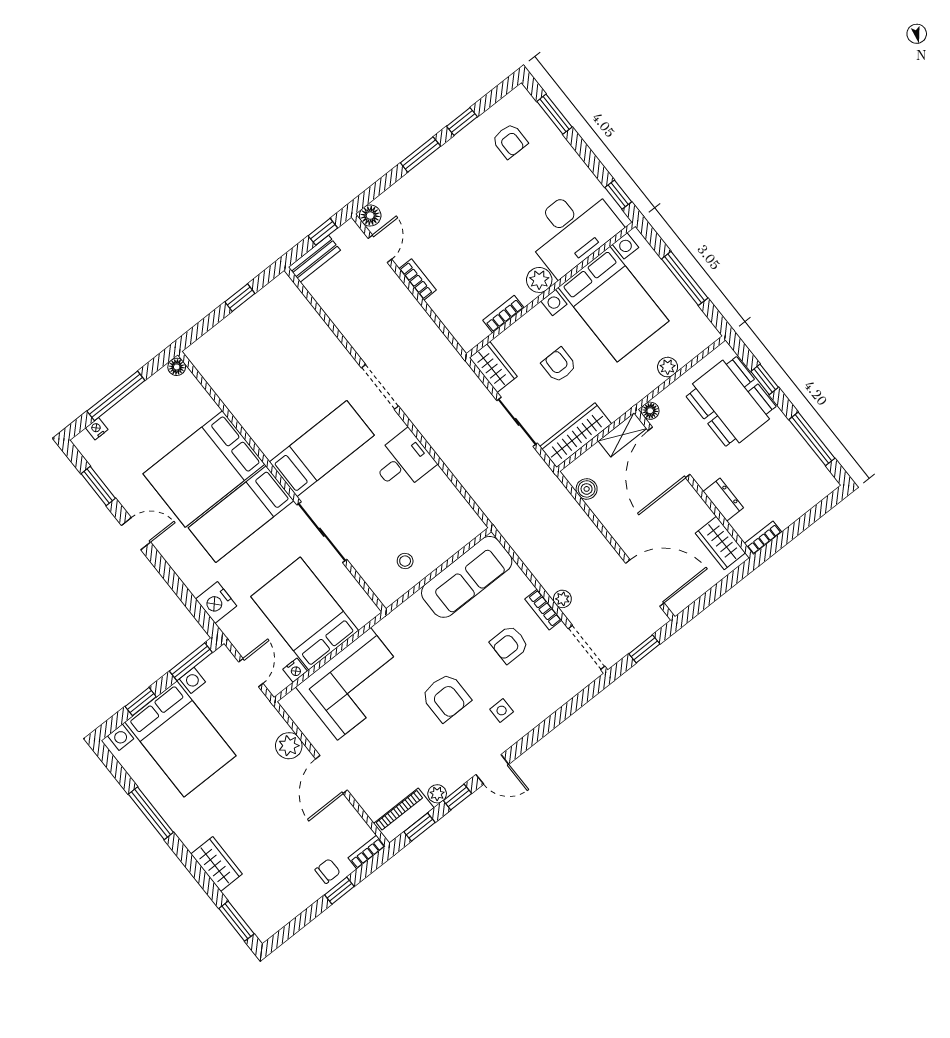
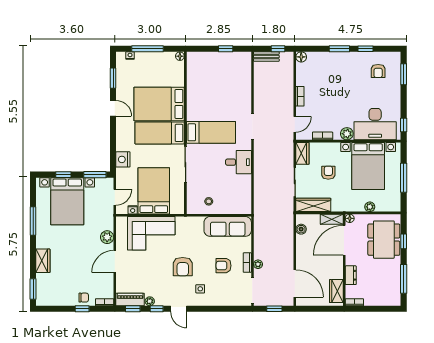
door: (380, 249) -> (295, 124), moved

